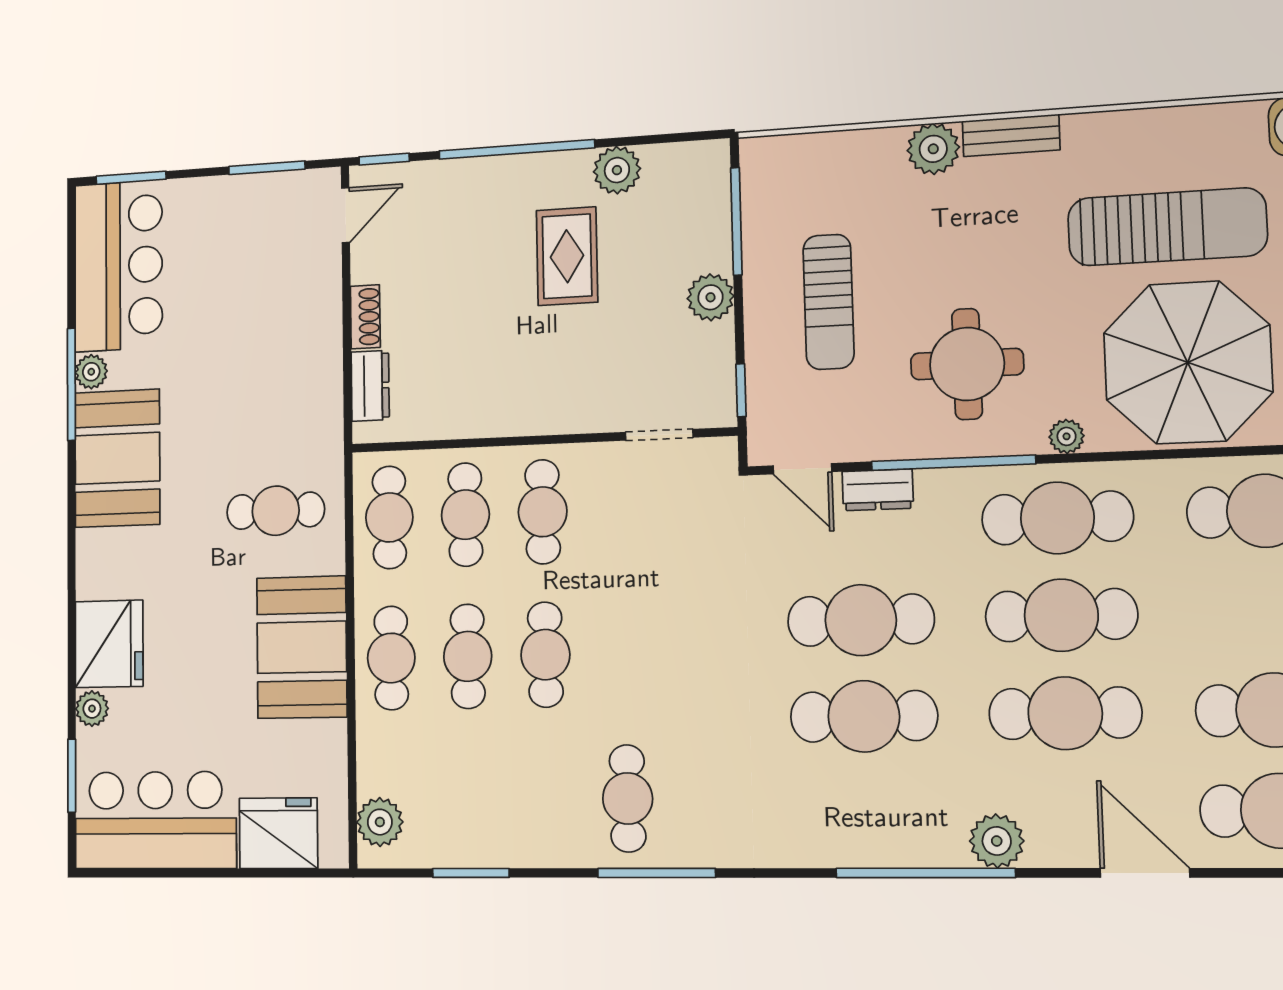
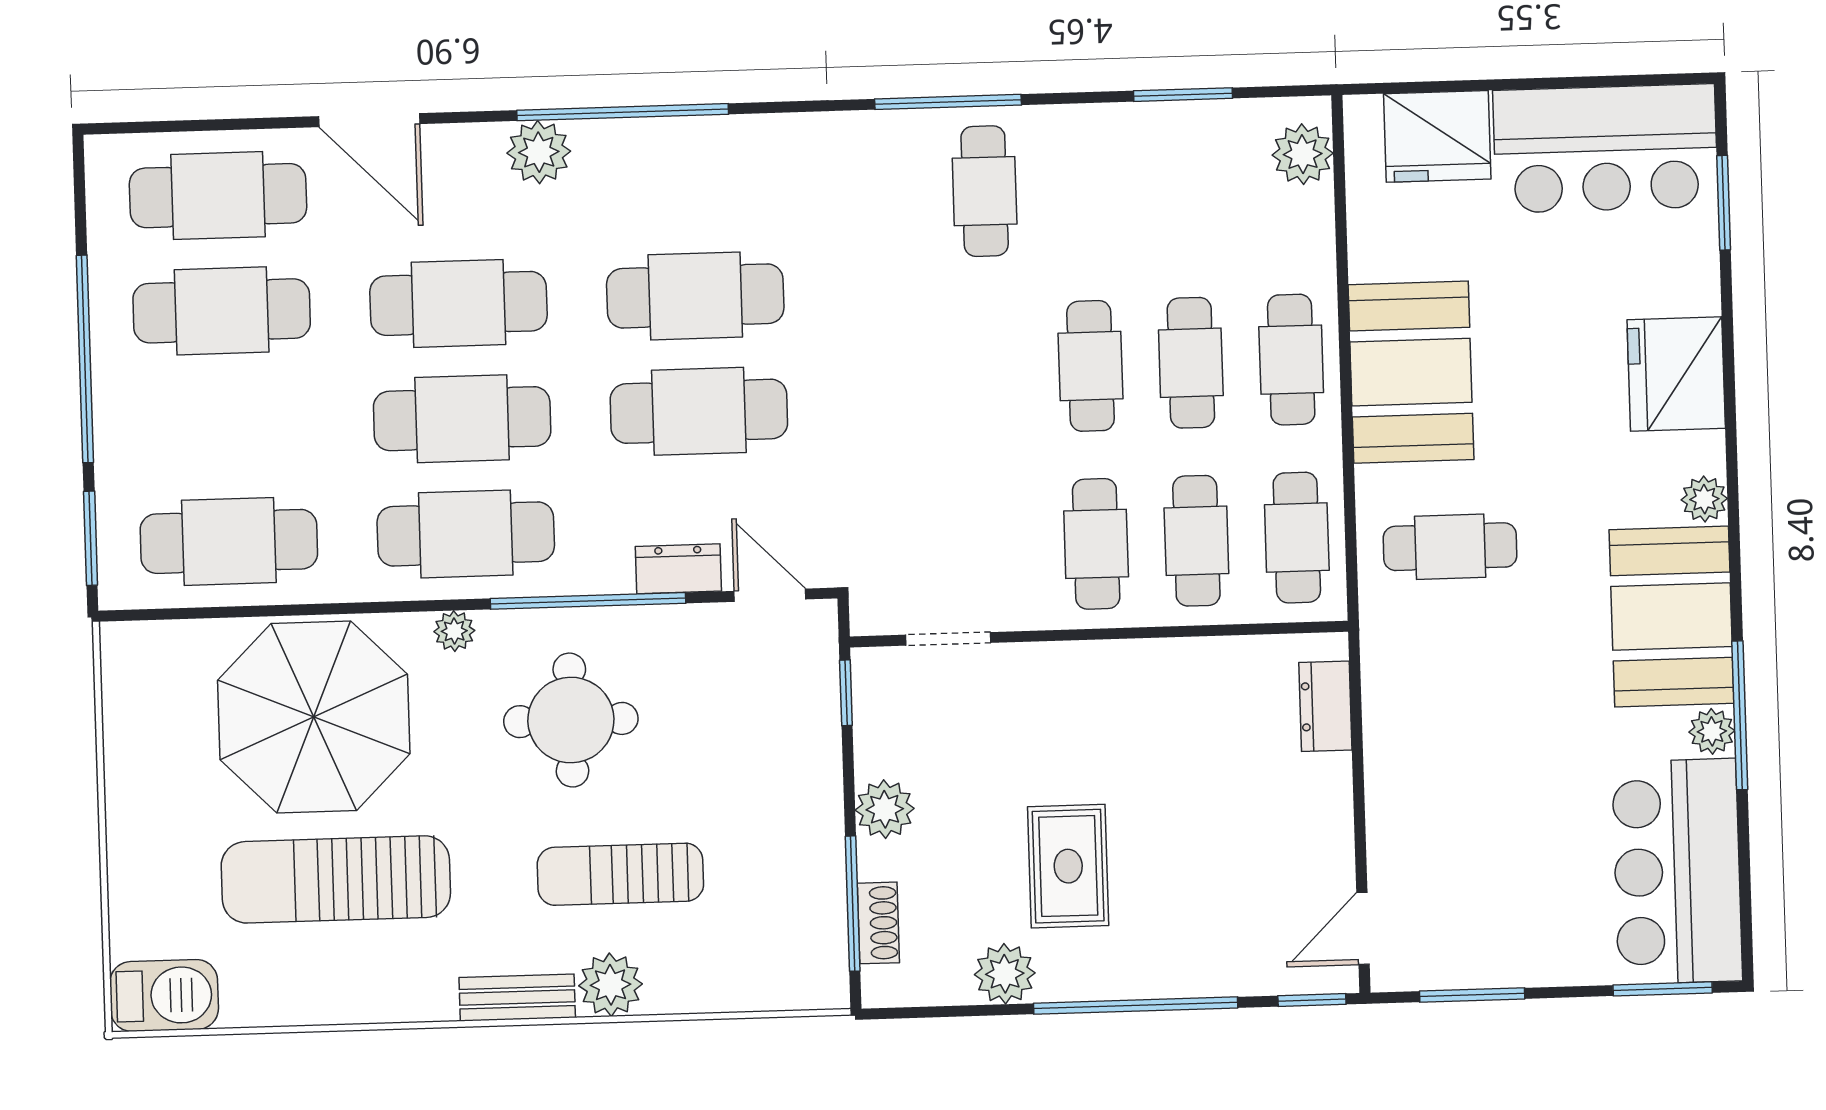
sun lounger: (829, 302) -> (620, 874), moved, turned -90
shoe rack: (365, 317) -> (878, 923), moved, turned 180
plant: (92, 709) -> (1704, 499), moved

